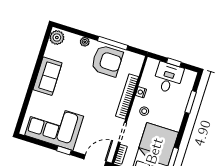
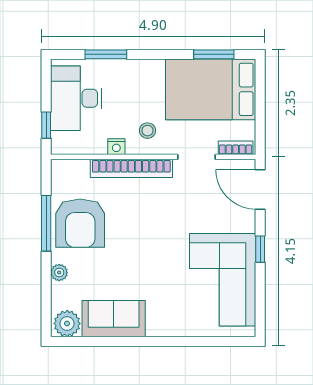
armchair: (107, 61) -> (80, 223), turned 180
window: (174, 62) -> (46, 125), moved
sofa: (47, 76) -> (114, 319), moved
desk: (168, 78) -> (76, 98), width x1.37

